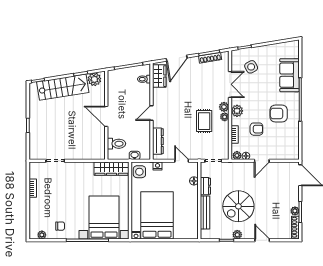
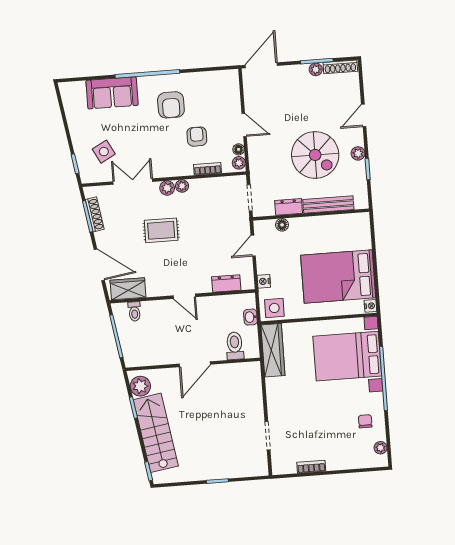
plant: (237, 111) -> (172, 168), removed
rug: (204, 121) -> (161, 230), moved
dresser: (158, 141) -> (226, 283), width x0.70

